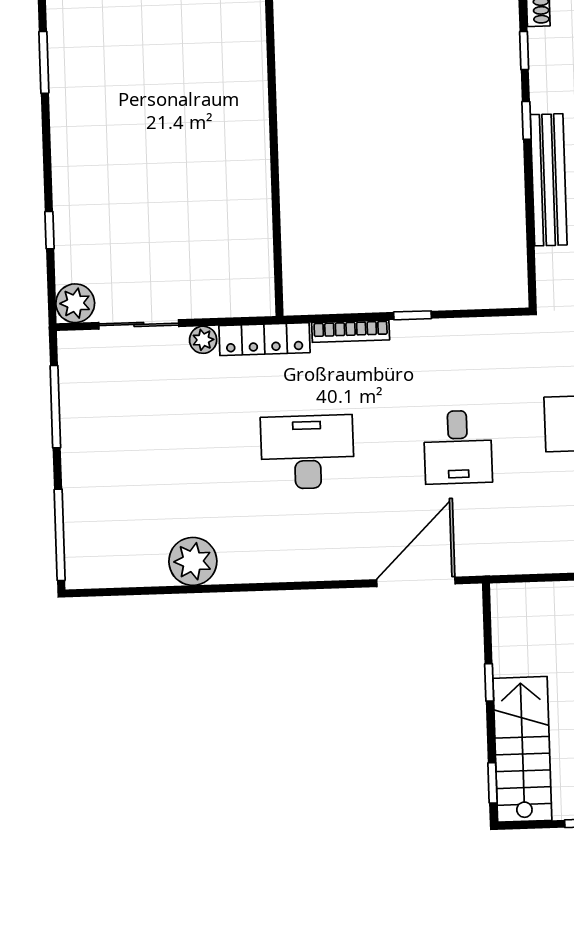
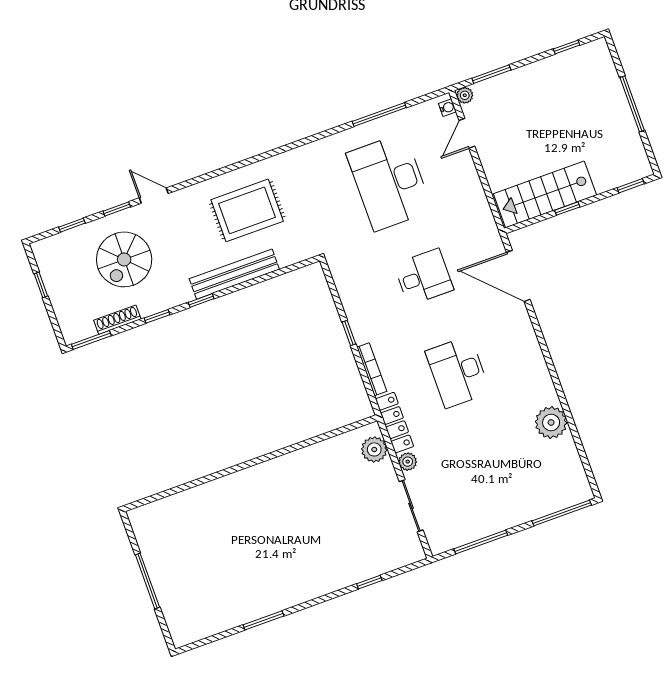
plant: (75, 303) -> (374, 449), moved
stairs: (522, 749) -> (545, 194), moved

